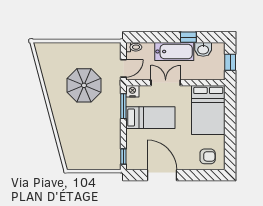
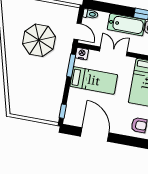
door: (123, 68) -> (77, 31), hinge flipped

